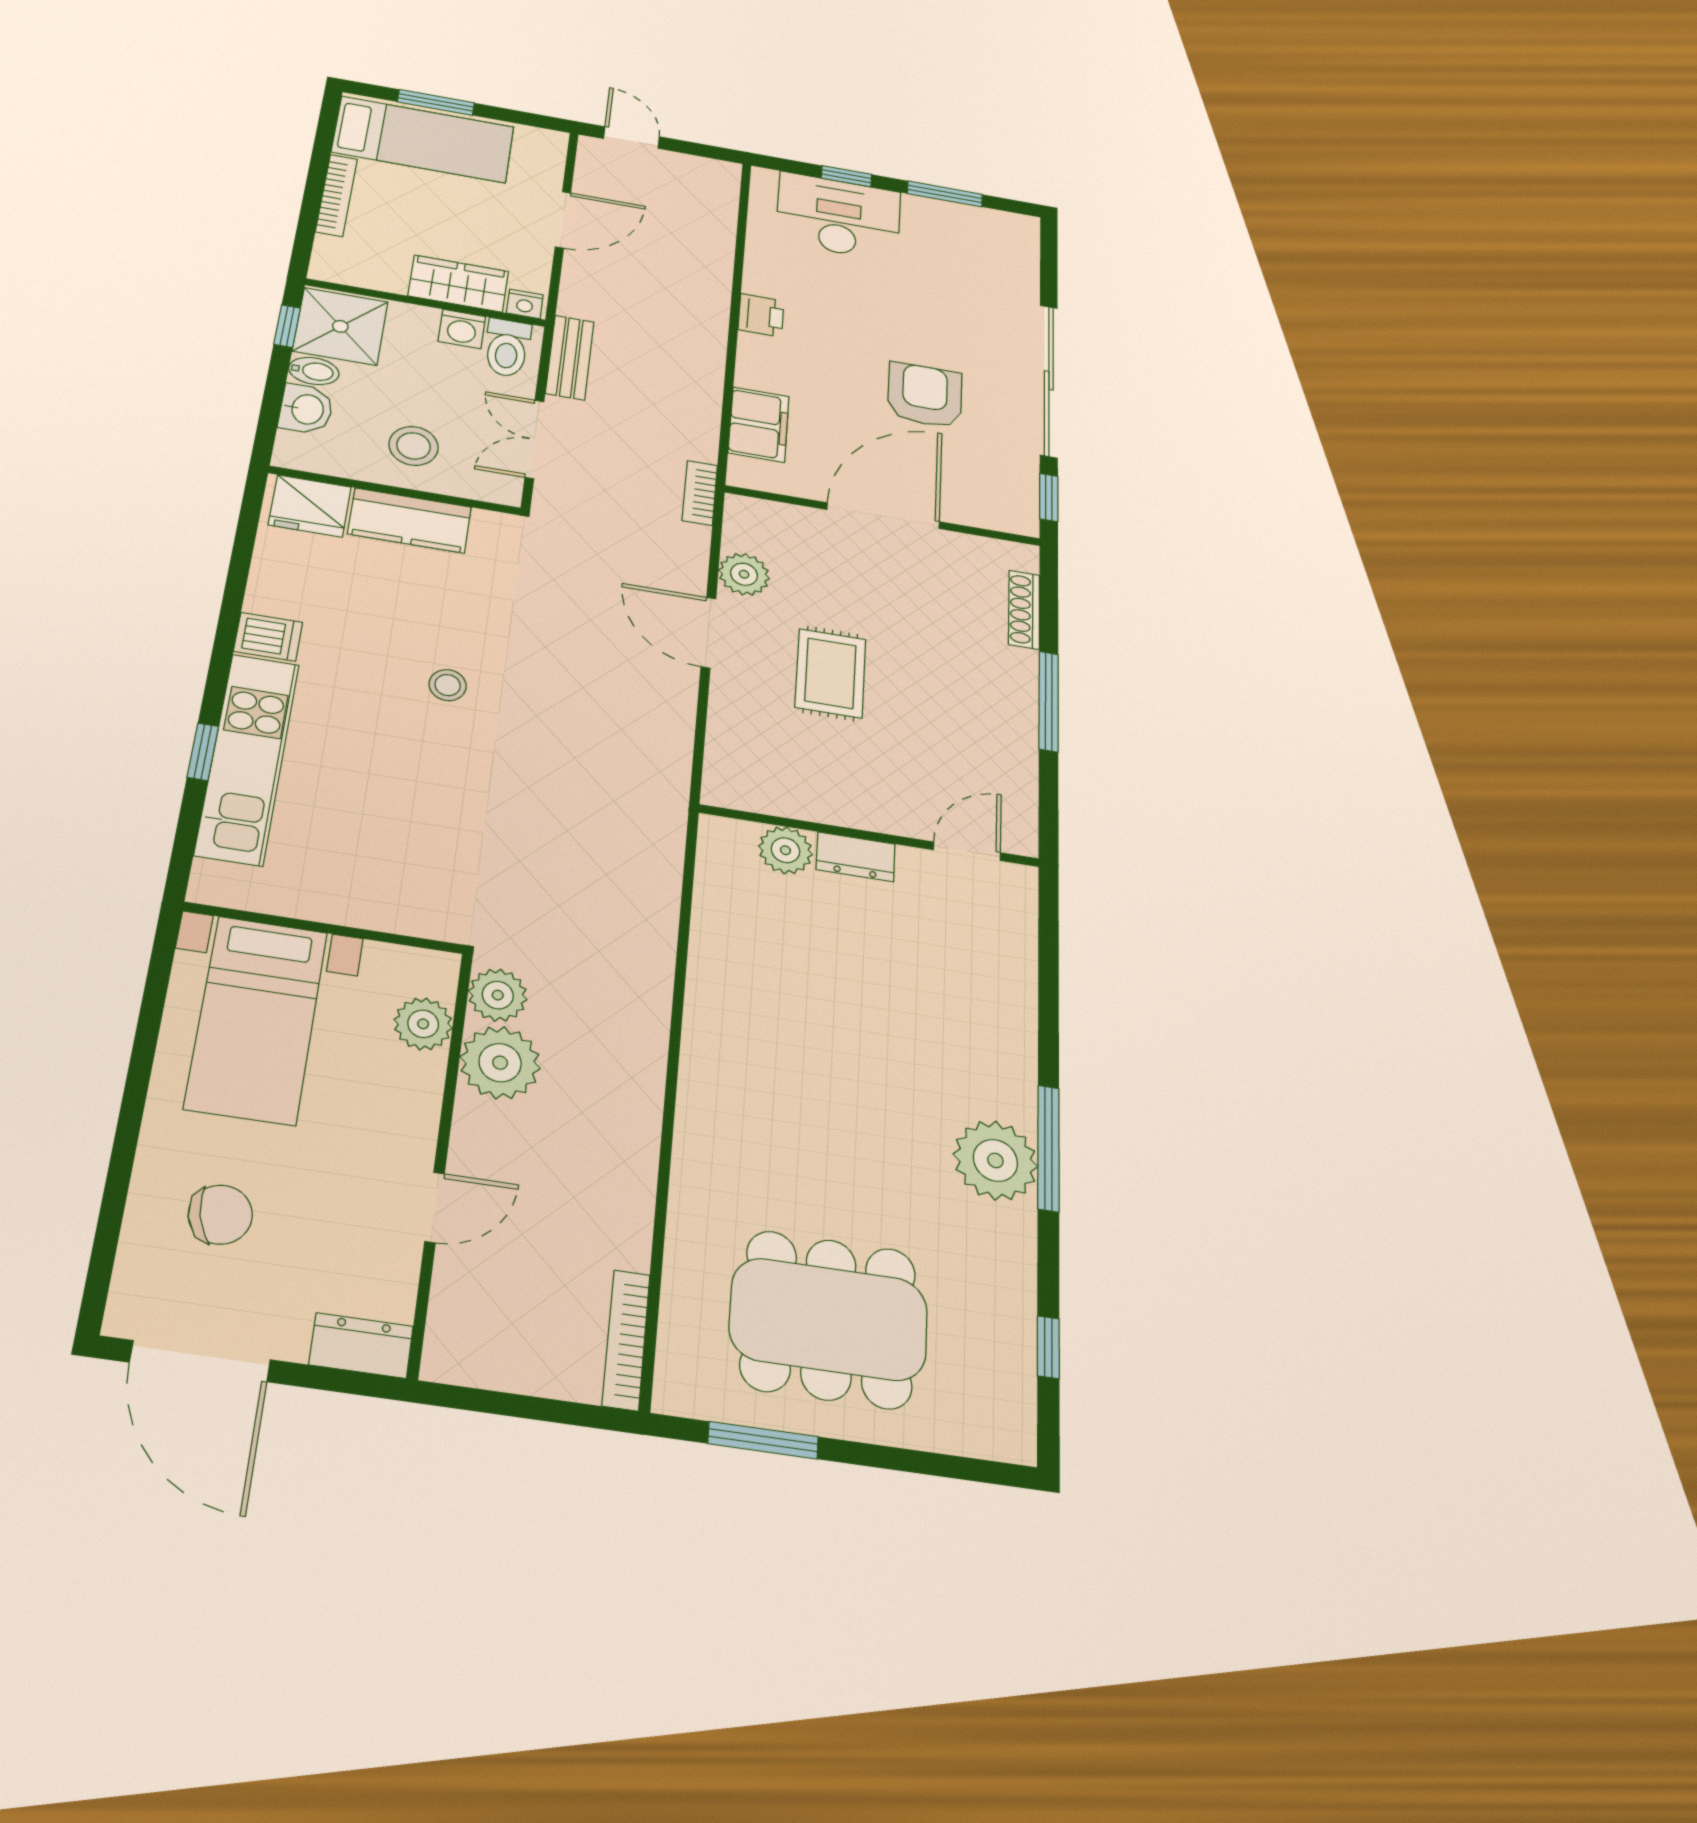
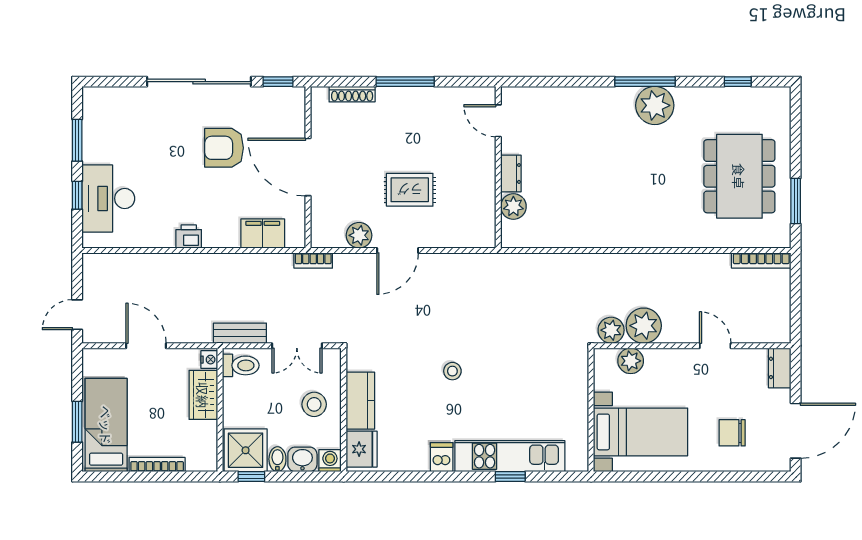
washing machine: (462, 329) -> (330, 461), moved, turned -90
chair: (220, 1215) -> (732, 433), turned -77

